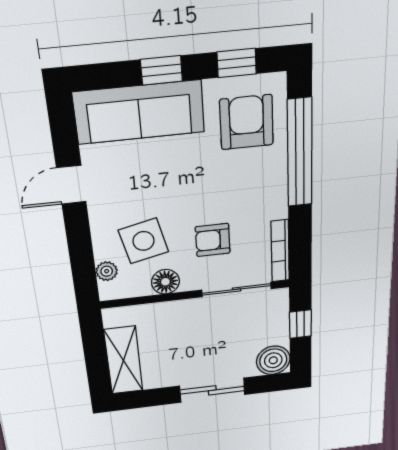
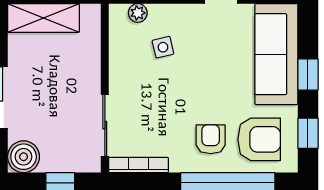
armchair: (213, 240) -> (211, 139), moved
side table: (143, 241) -> (163, 47), width x0.54, depth x0.54
floor lamp: (165, 282) -> (121, 63), removed

